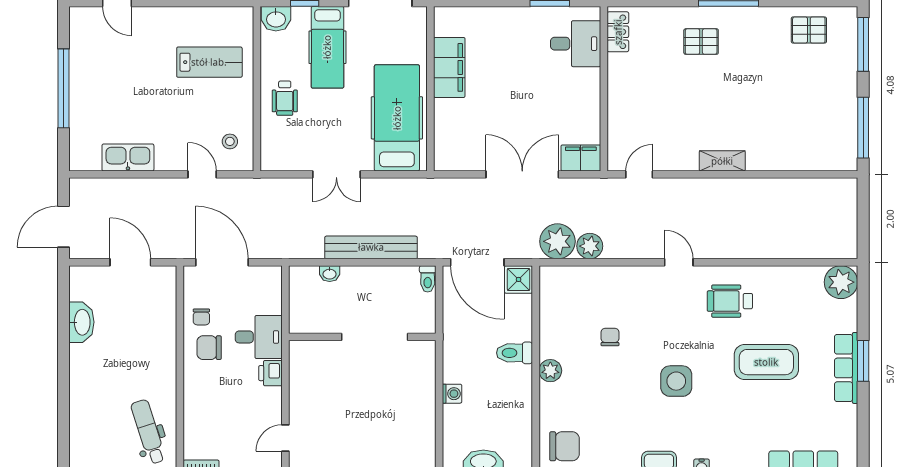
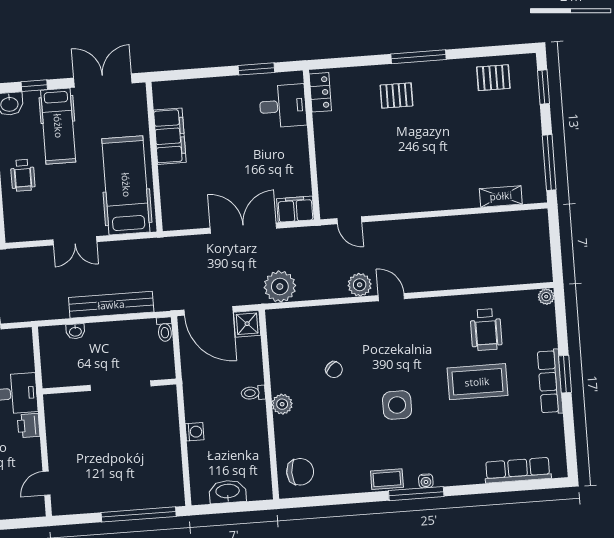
window: (863, 44) -> (543, 87), width x0.69
shelving: (722, 161) -> (501, 196), moved
door: (639, 174) -> (349, 220), swing flipped
plant: (590, 246) -> (360, 285), moved
plant: (841, 282) -> (546, 297), width x0.53, depth x0.53
wheelchair: (730, 301) -> (486, 330), moved, turned -90
chair: (610, 337) -> (334, 370), turned 135
toilet: (514, 353) -> (253, 393), width x0.73, depth x0.72

